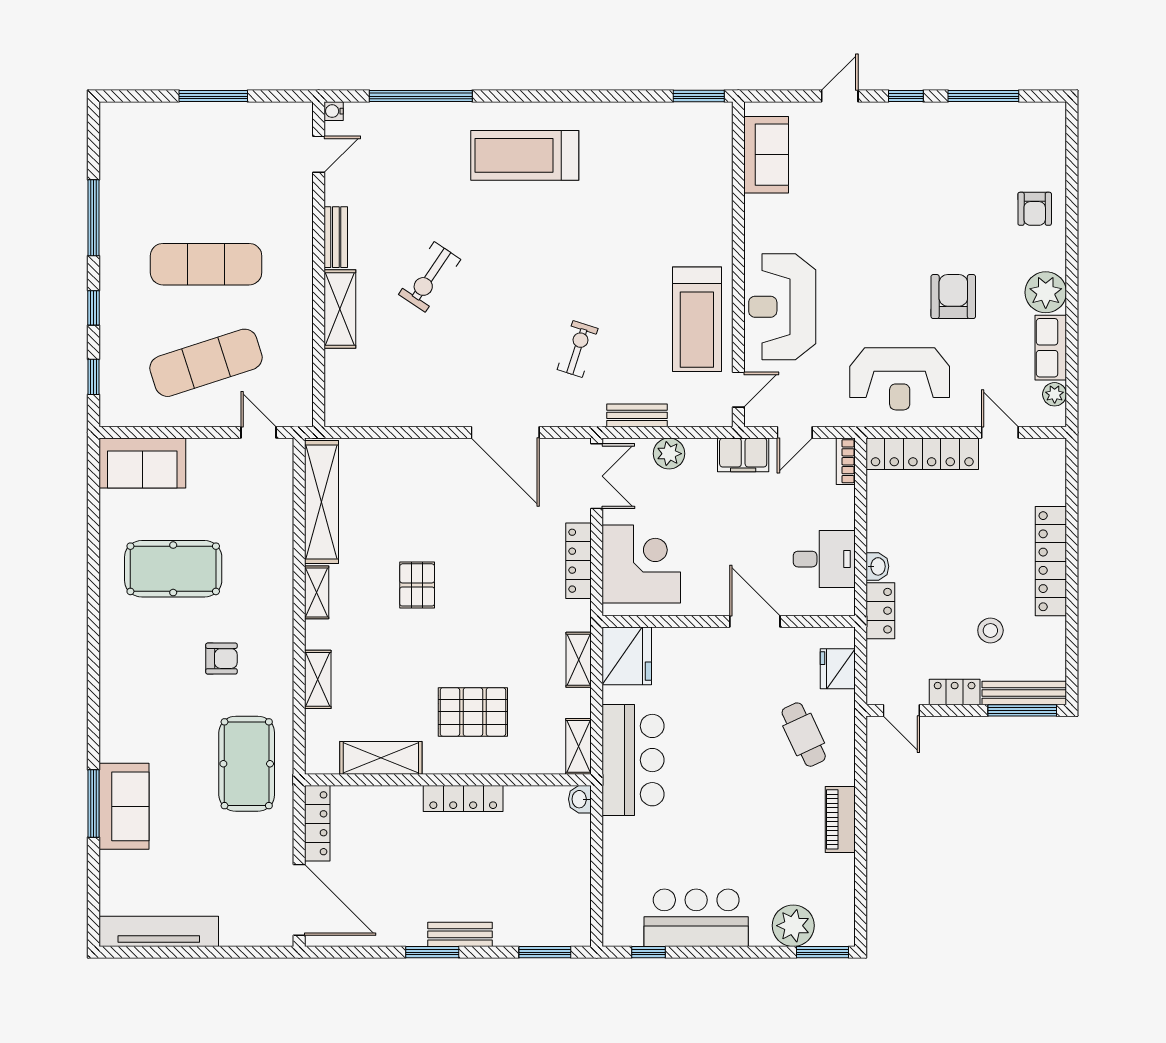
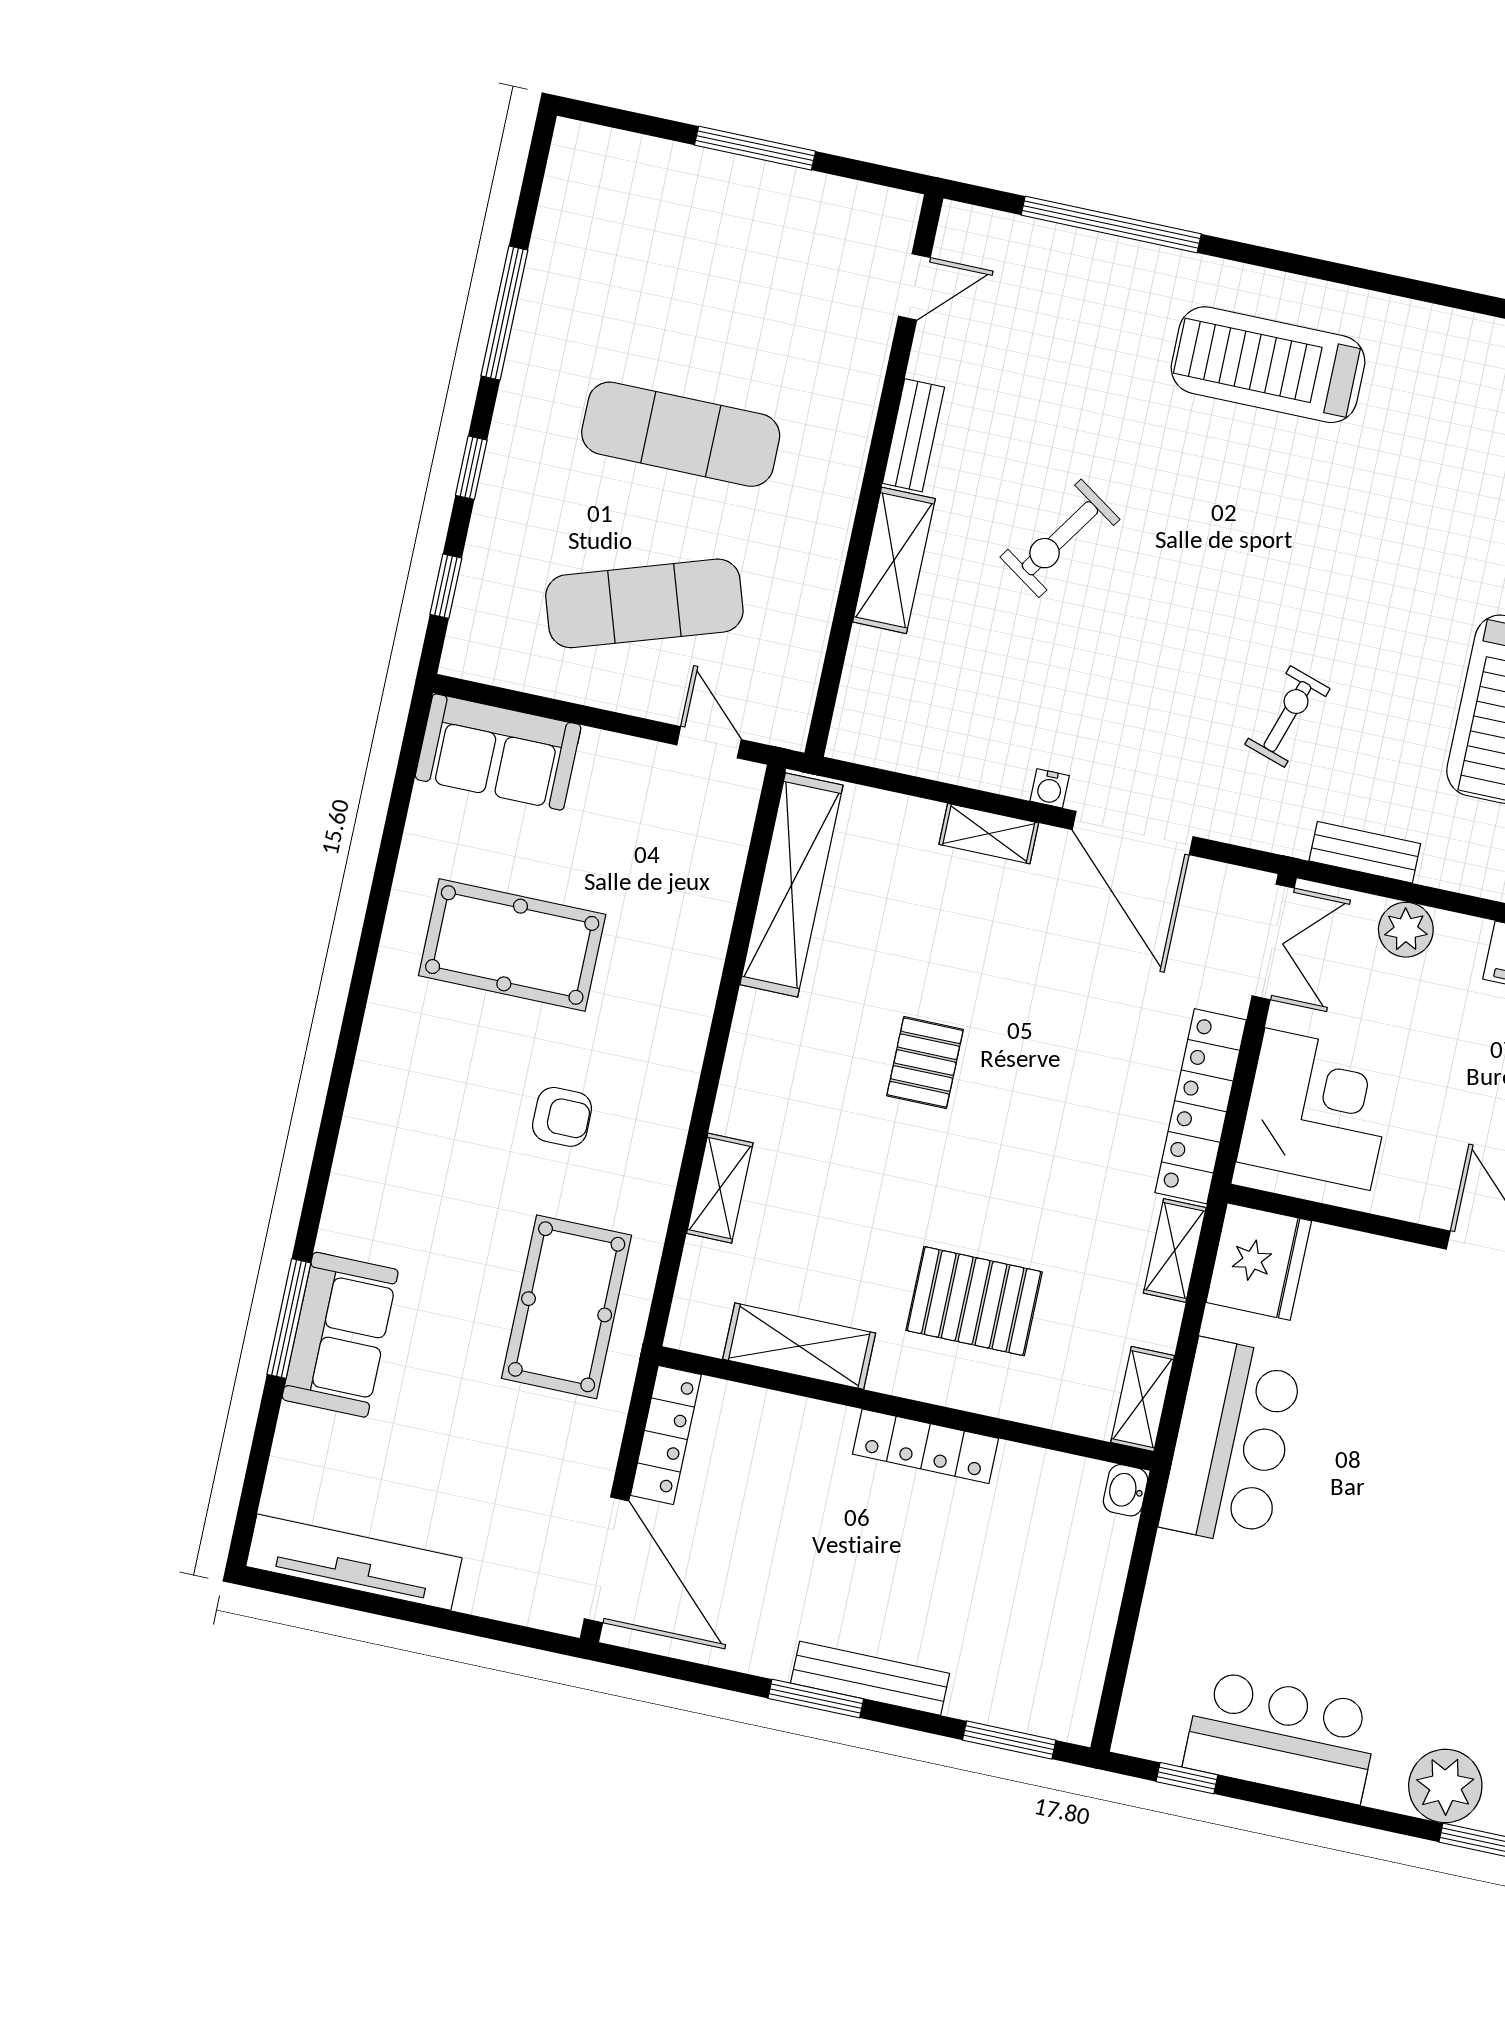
water cooler: (334, 111) -> (1050, 788), moved, turned -90
locker: (578, 561) -> (1201, 1106), width x1.41, depth x1.21
shelving: (317, 592) -> (989, 834), moved, turned 90
bench: (460, 934) -> (870, 1678), width x1.36

